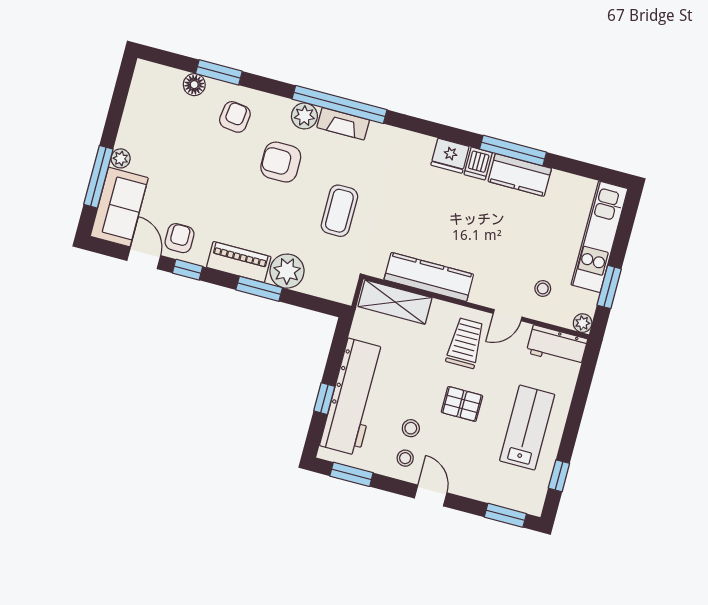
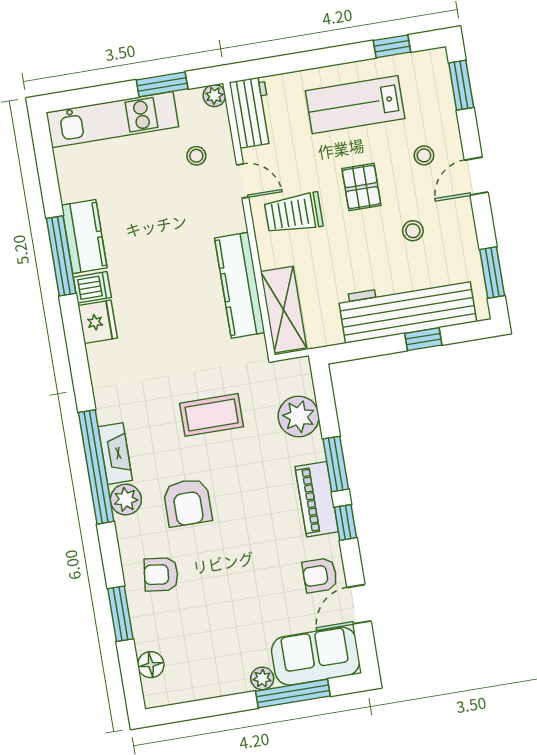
floor lamp: (194, 85) -> (151, 665), moved
window: (188, 270) -> (345, 522), moved
plant: (287, 271) -> (299, 416), moved
stool: (405, 458) -> (424, 155), moved

